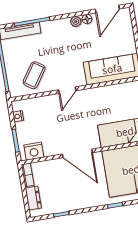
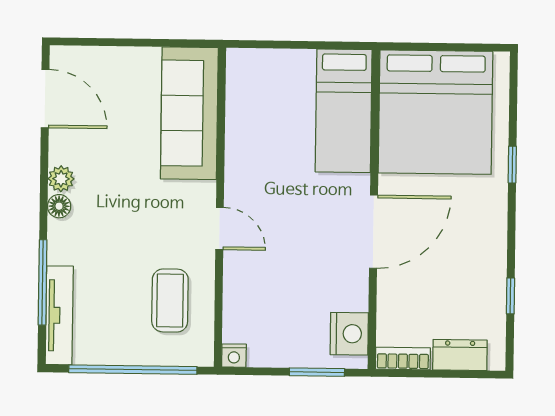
floor lamp: (87, 19) -> (59, 206), moved
coffee table: (34, 75) -> (170, 300), turned 56
nightstand: (18, 116) -> (234, 356), moved

